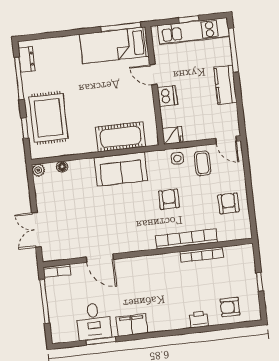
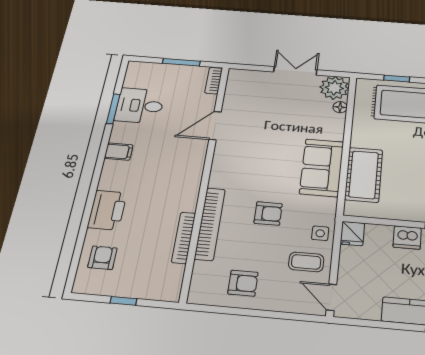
door: (226, 140) -> (331, 297), hinge flipped
plant: (38, 170) -> (334, 88), width x1.87, depth x1.87
double door: (36, 230) -> (295, 71), moved
window: (45, 301) -> (181, 62), width x0.69
printer: (199, 319) -> (107, 210), width x1.87, depth x1.48
filing cabinet: (132, 325) -> (119, 152), width x0.50

